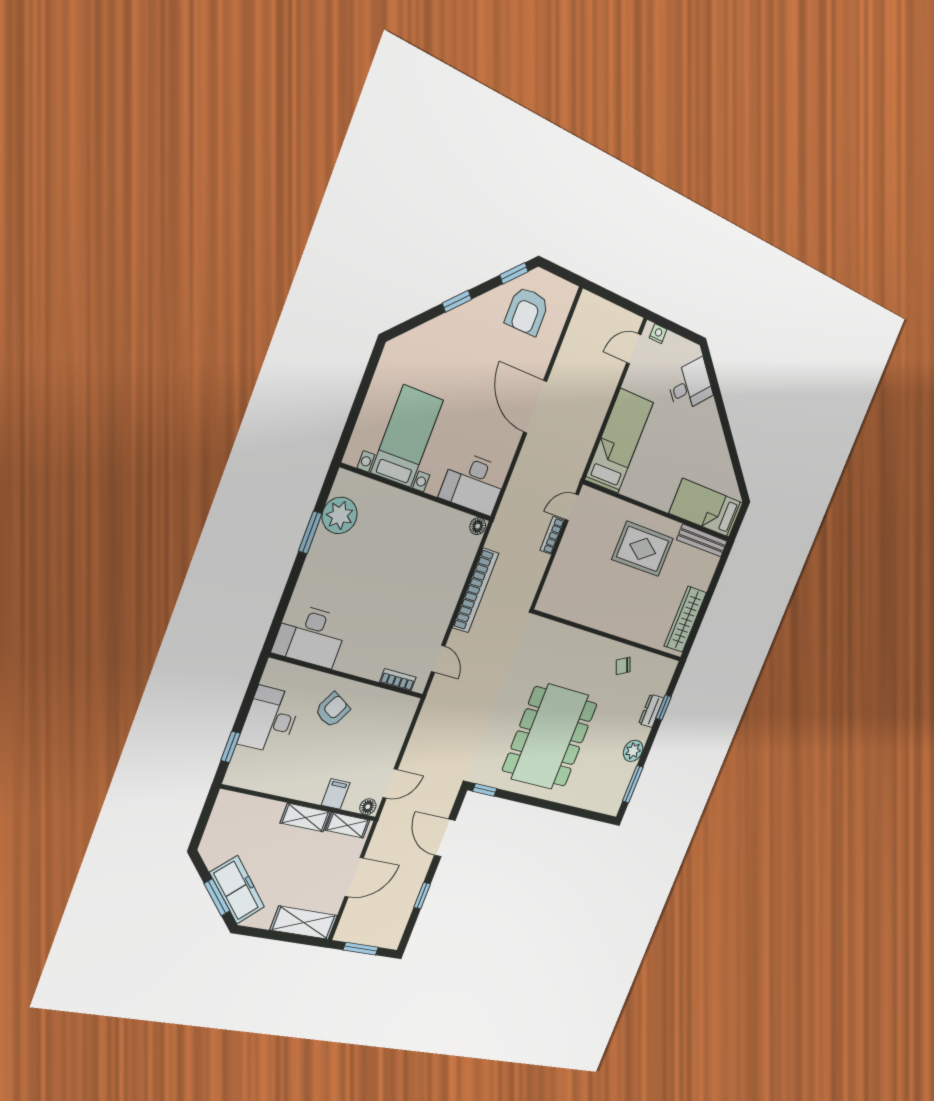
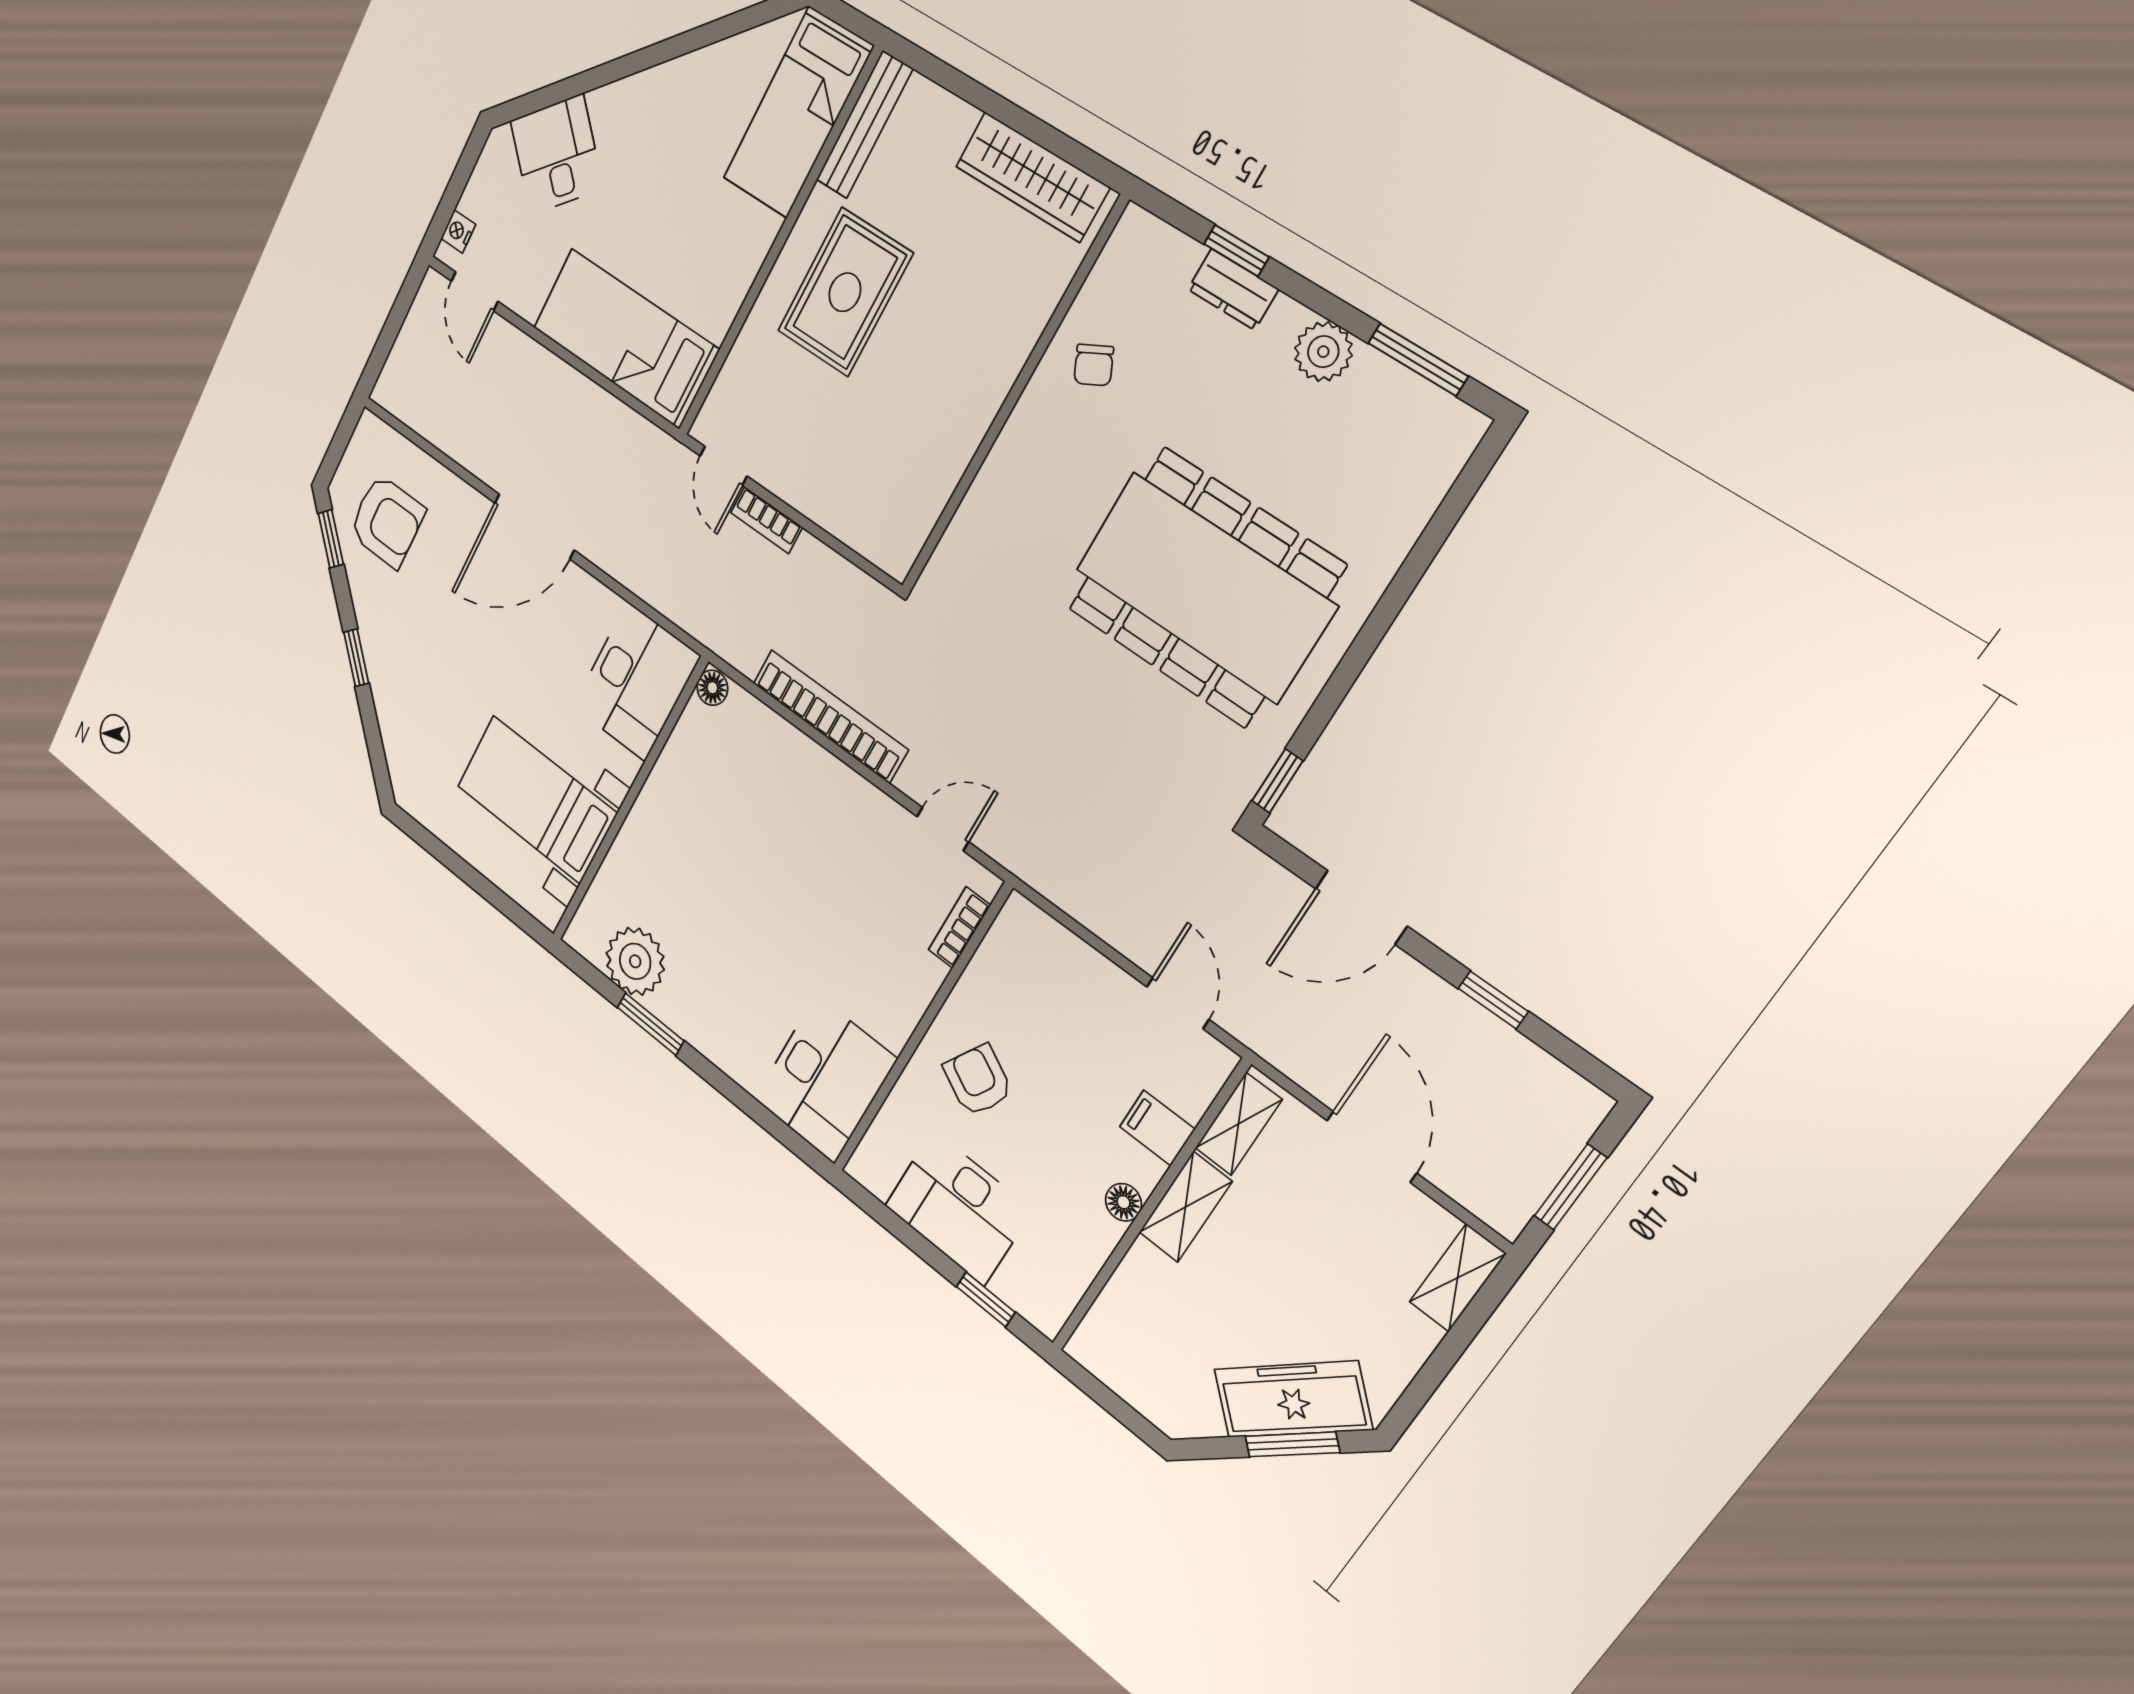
floor lamp: (368, 807) -> (1124, 1202), moved
shelving: (304, 923) -> (1458, 1278), width x0.67, depth x0.75

